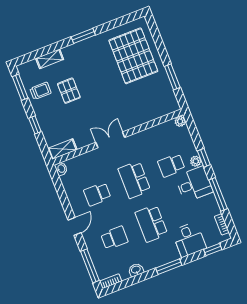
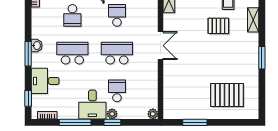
pallet: (133, 56) -> (227, 95), width x0.73, depth x0.71
washbasin: (136, 270) -> (37, 46), moved

